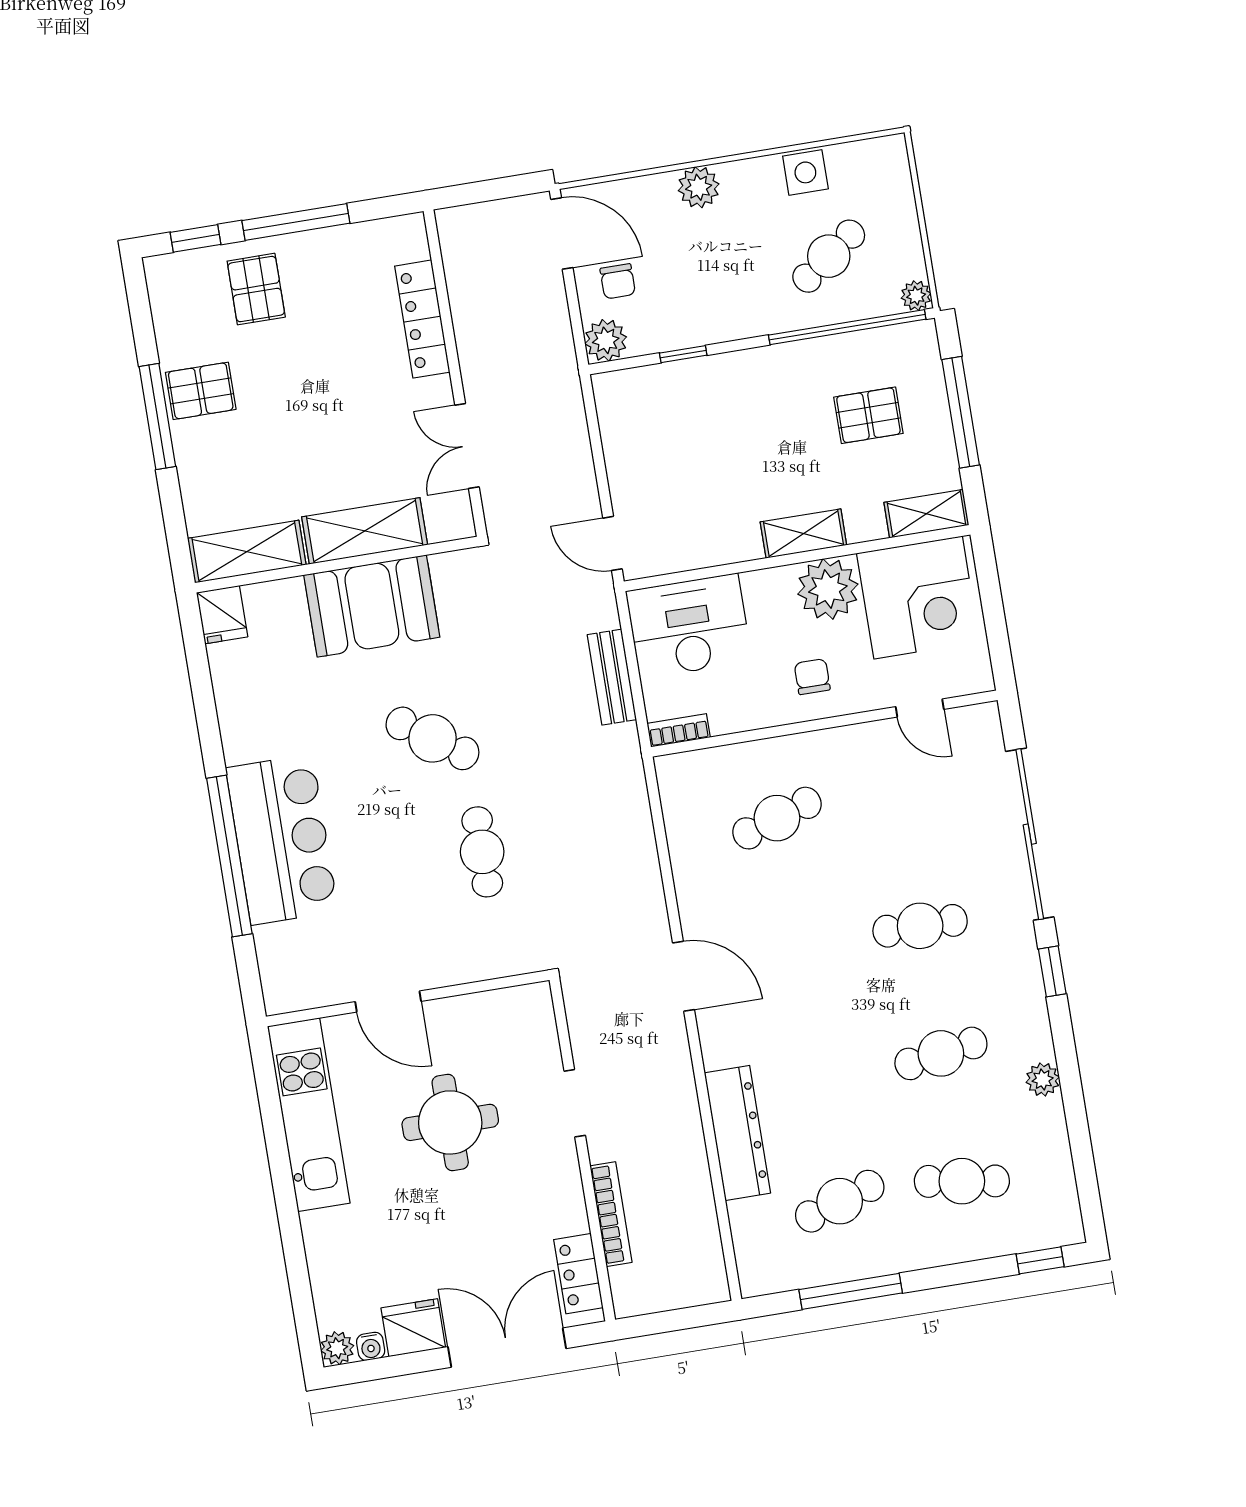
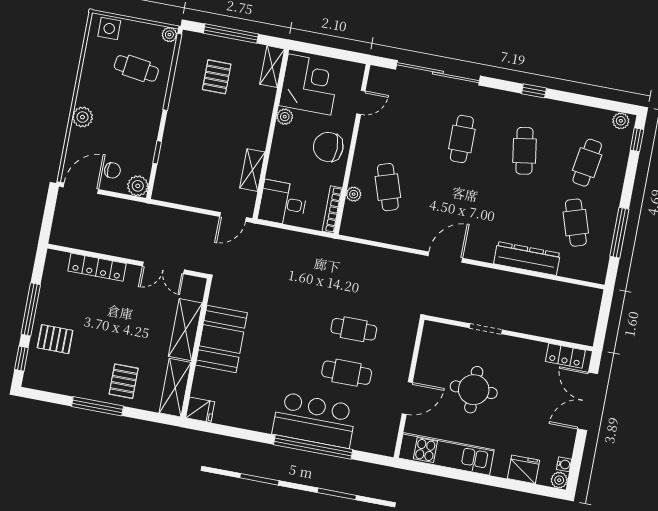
side table: (805, 172) -> (109, 28), moved
cafe table: (829, 256) -> (136, 68), turned -46
pallet: (201, 391) -> (124, 381), moved
shelving: (803, 534) -> (252, 170), moved
plant: (828, 589) -> (285, 117), width x0.53, depth x0.53
desk: (689, 626) -> (283, 203), width x0.73
bench: (612, 677) -> (295, 240), removed
chair: (812, 677) -> (328, 147), width x1.87, depth x1.87
bookcase: (679, 730) -> (332, 210), width x1.56
cafe table: (432, 738) -> (347, 373), moved, turned 55
plant: (740, 758) -> (354, 194), added
window: (1052, 971) -> (534, 91), moved
plant: (1043, 1080) -> (621, 121), moved
bookcase: (611, 1214) -> (543, 331), removed
fridge: (413, 1328) -> (523, 469), moved, turned 90

